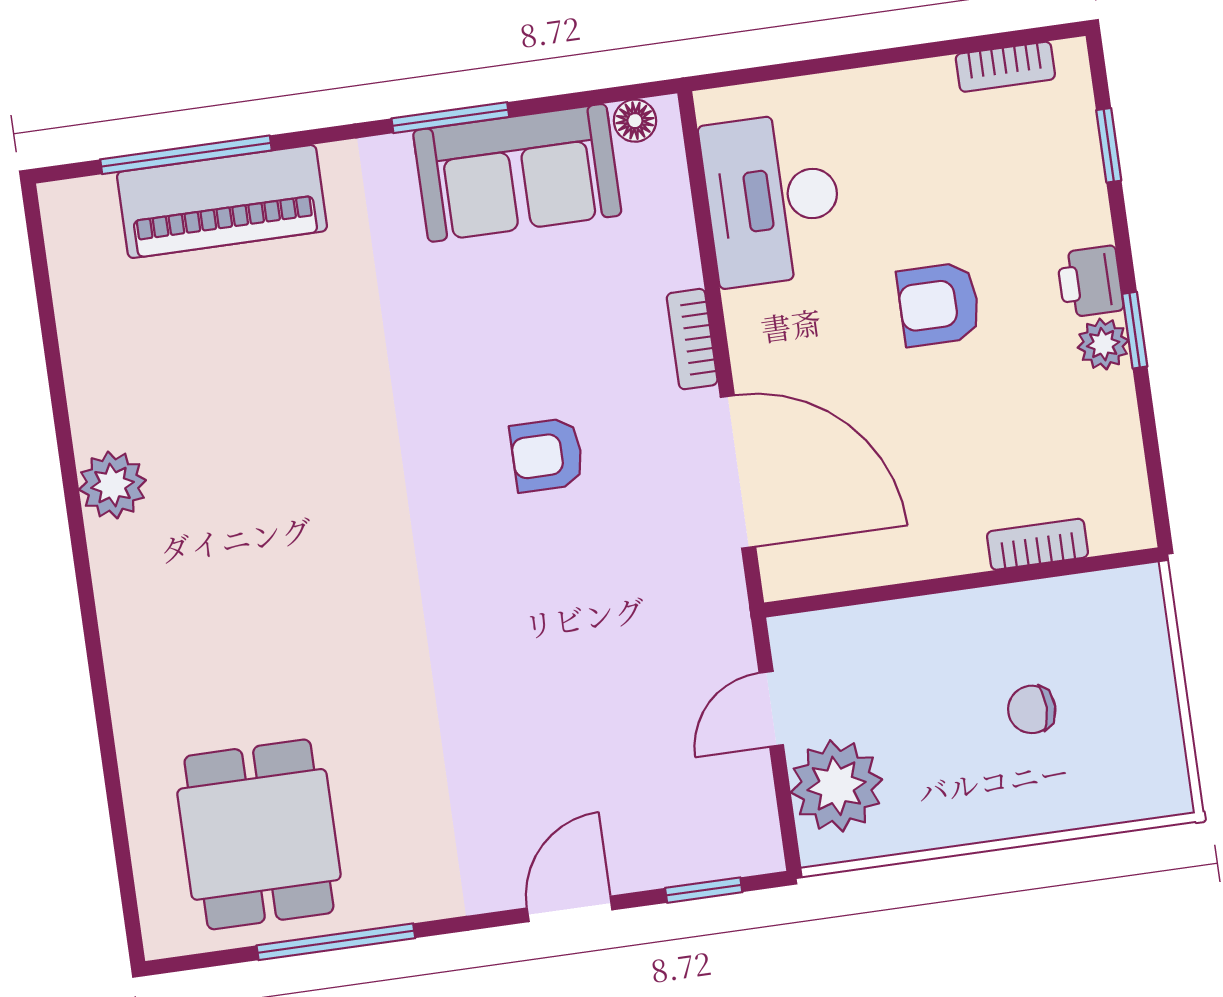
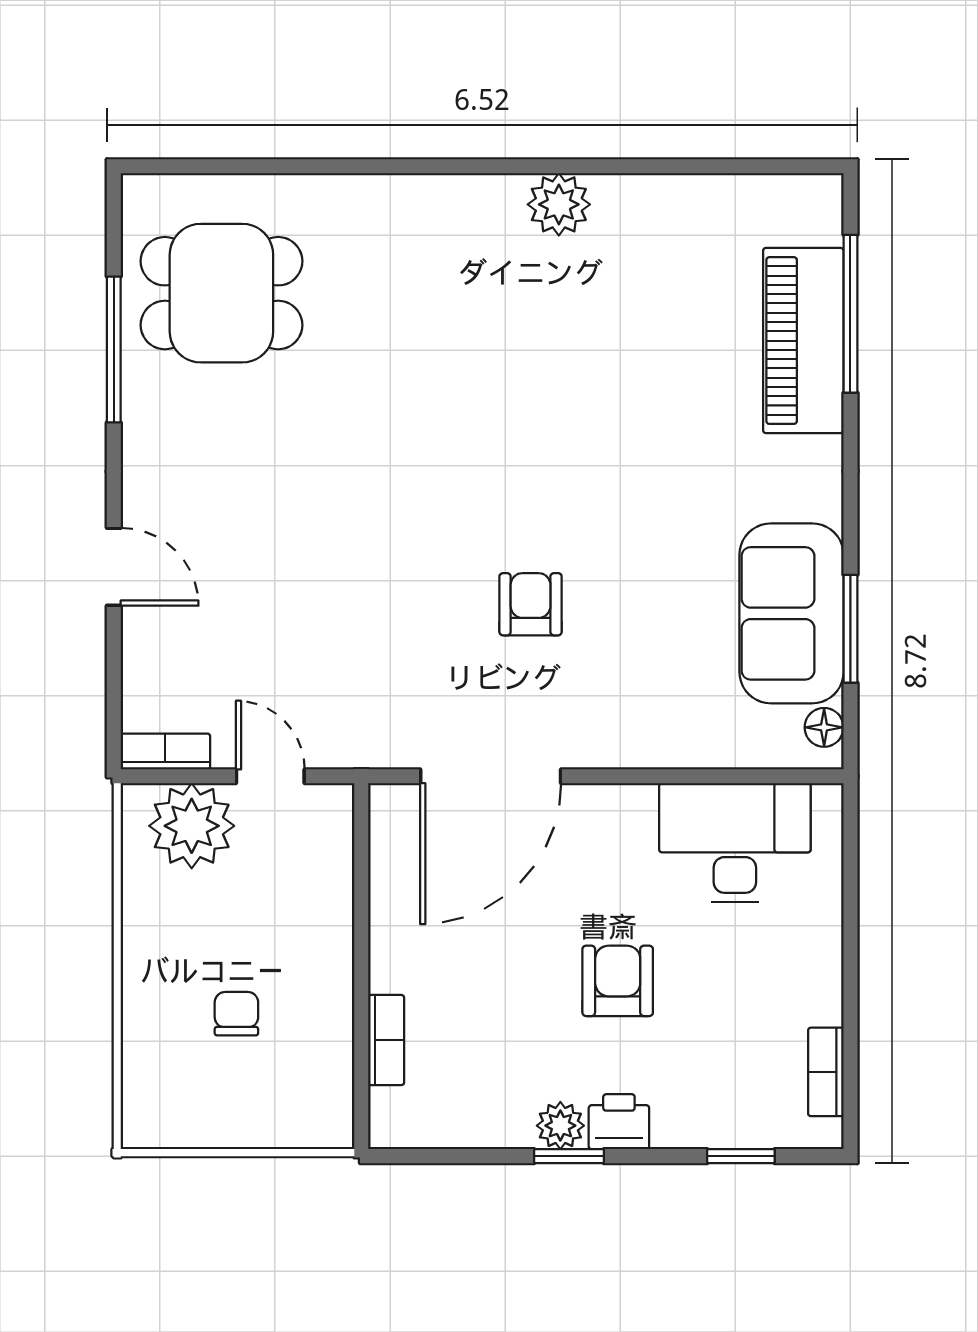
window: (450, 118) -> (850, 629), moved
bookcase: (692, 339) -> (165, 752), moved
window: (704, 890) -> (114, 691), removed

